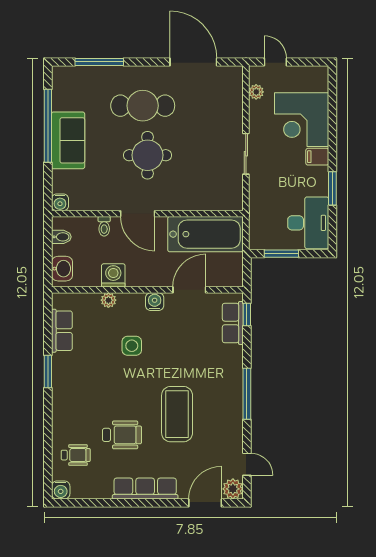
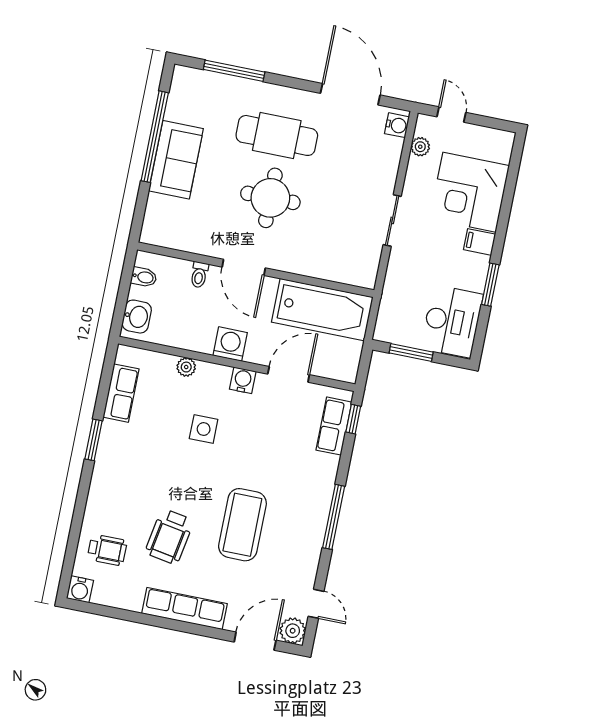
water cooler: (60, 202) -> (397, 125), moved, turned -90
washing machine: (113, 275) -> (230, 344), moved
wheelchair: (122, 435) -> (169, 537), turned 100

